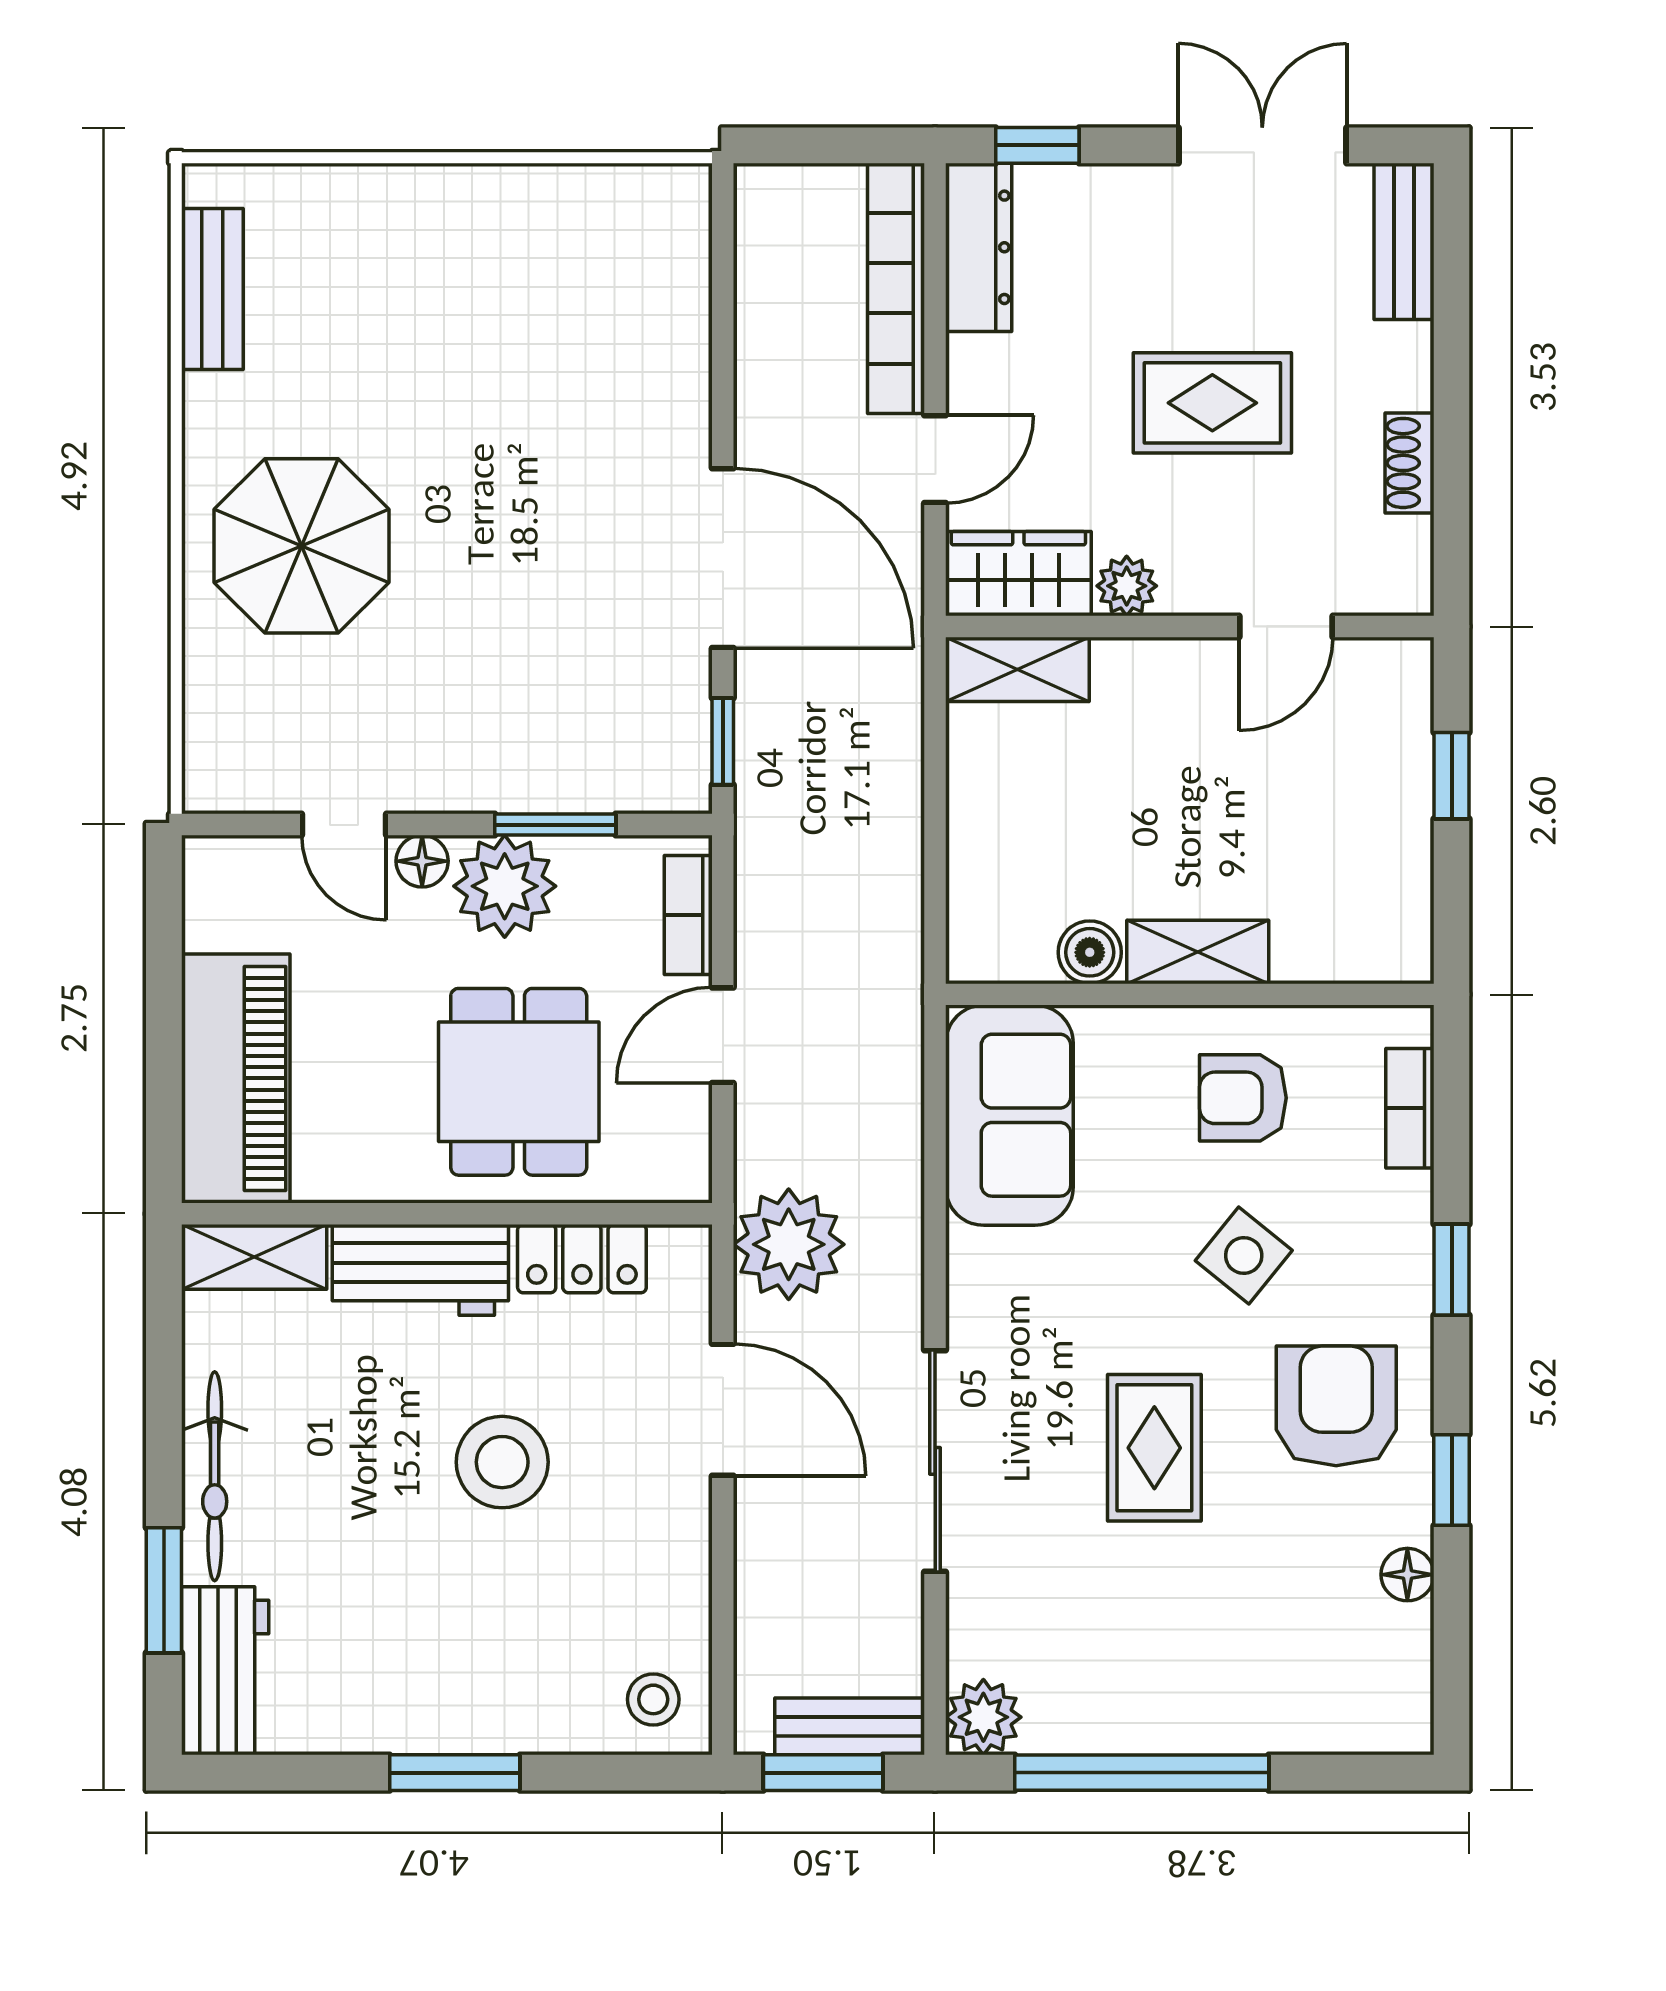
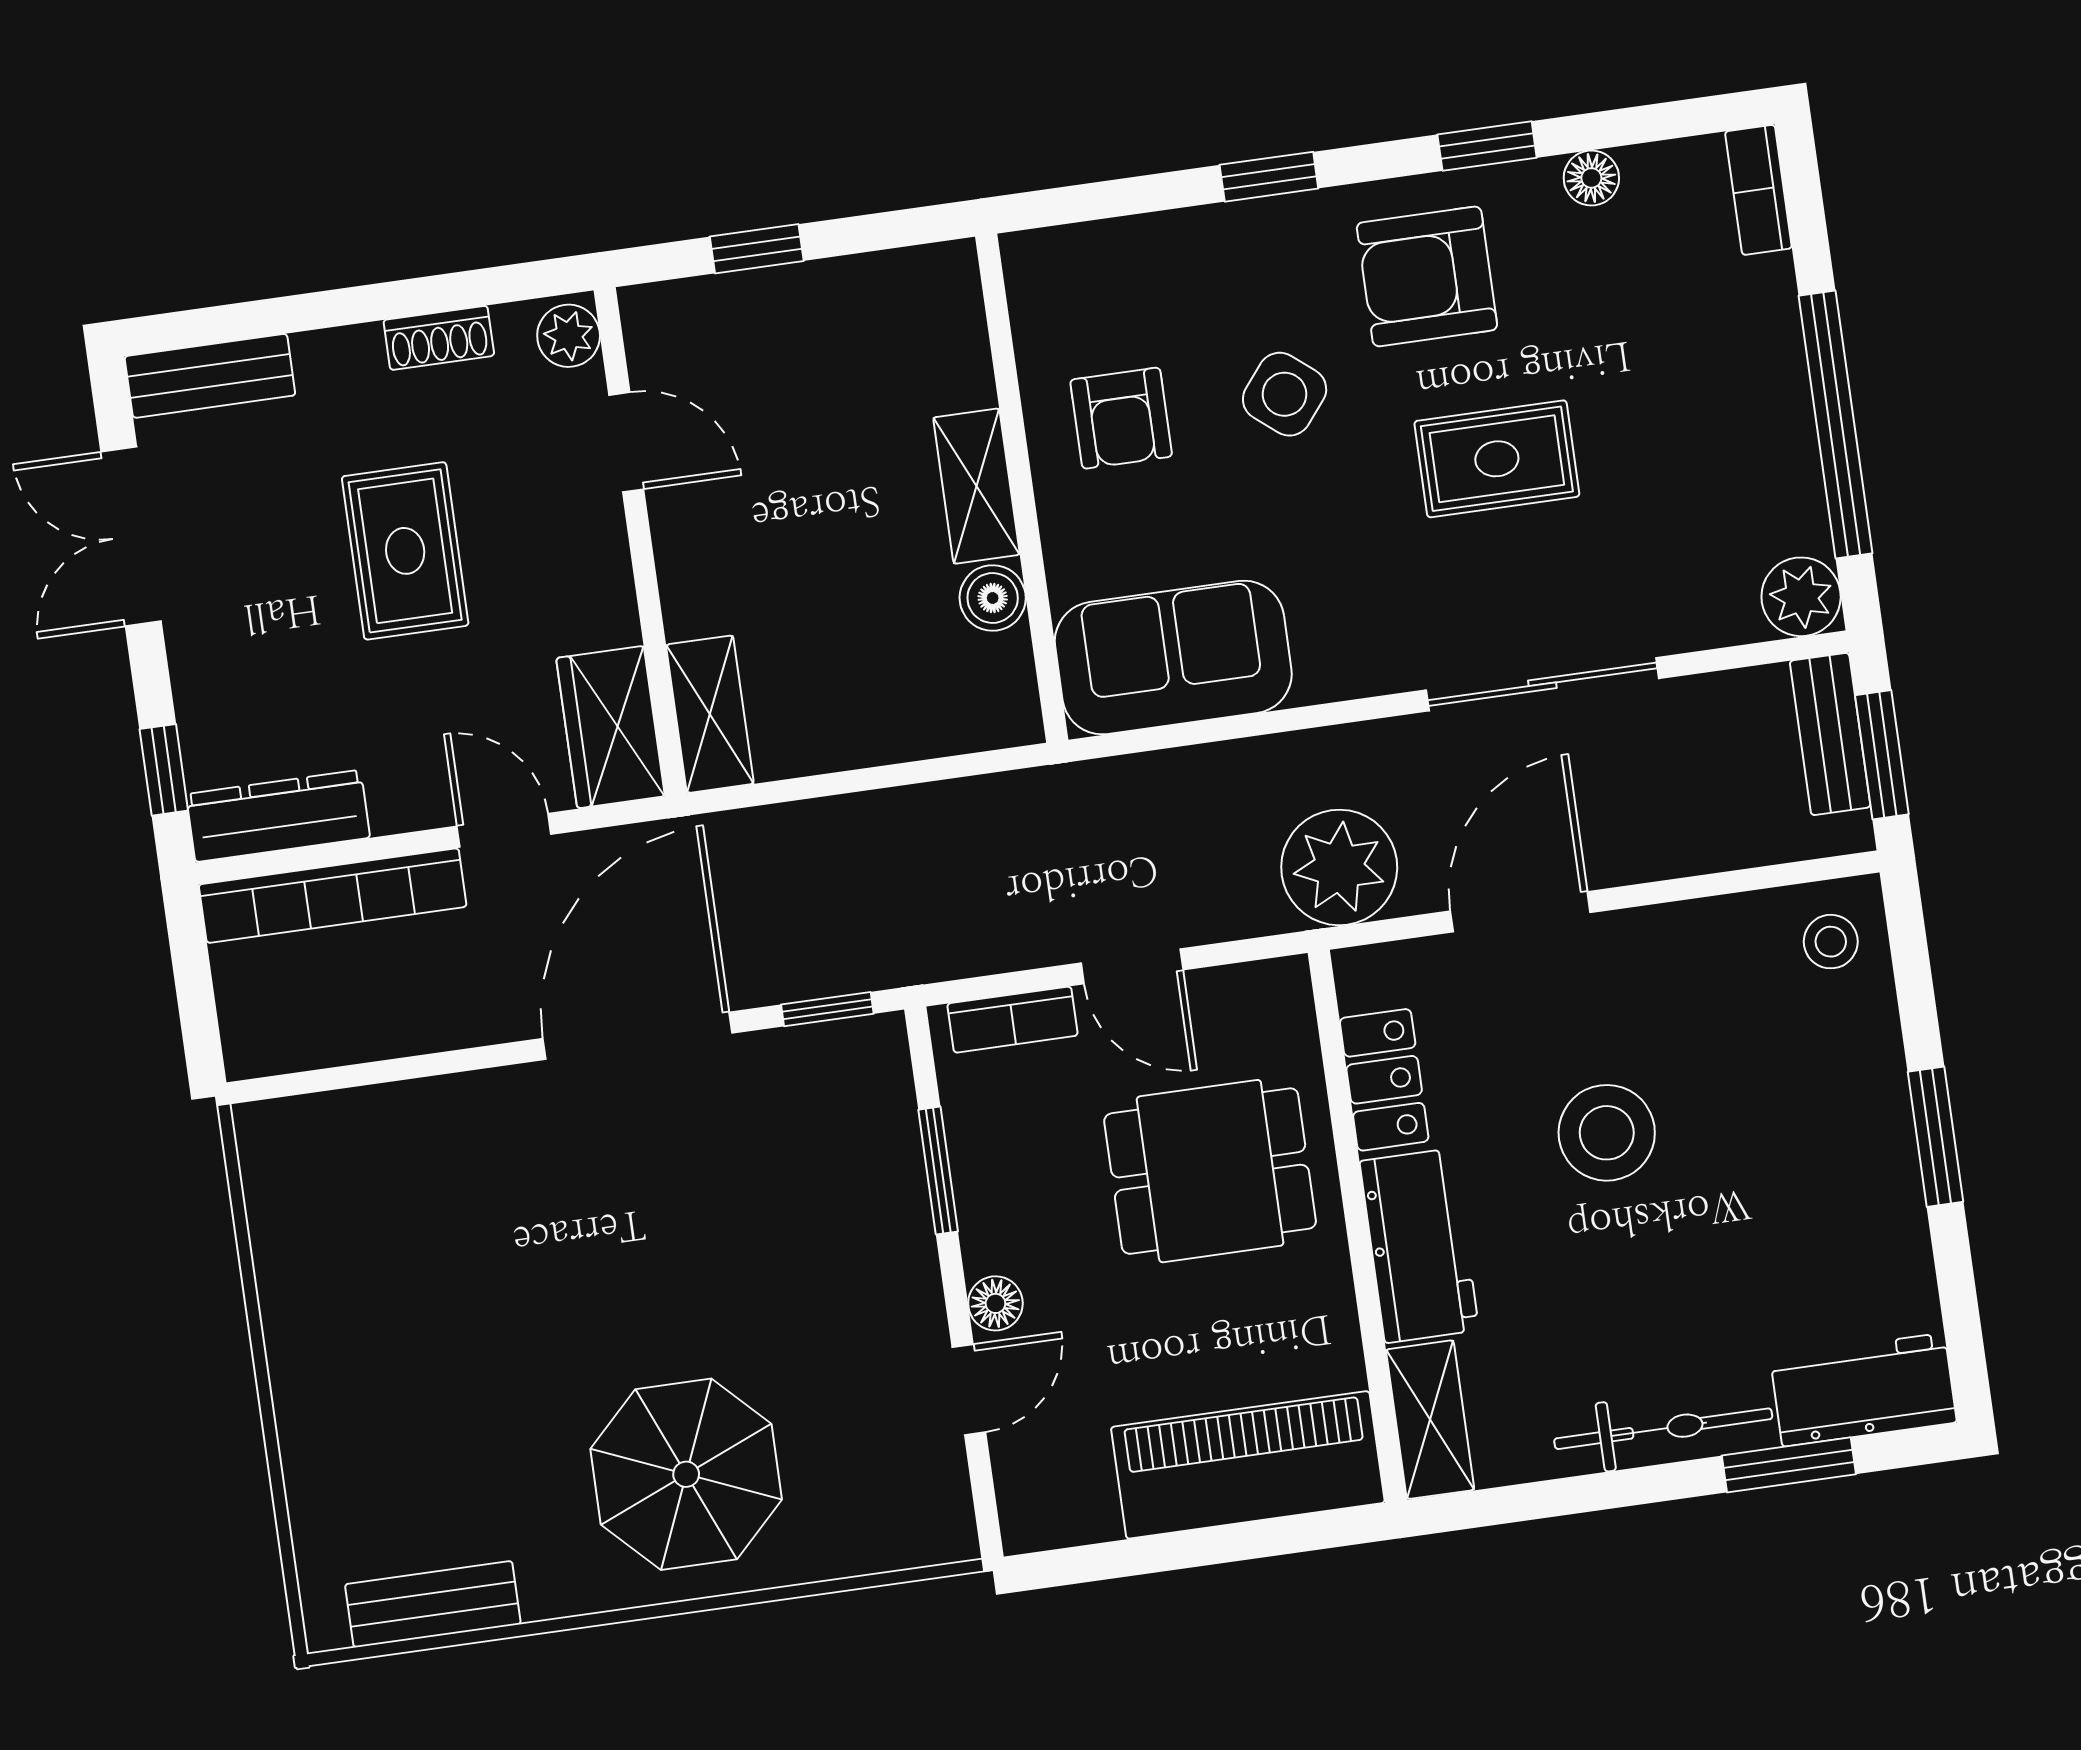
plant: (1127, 586) -> (569, 336), moved
plant: (505, 886) -> (1009, 1214), removed
bookcase: (1410, 1108) -> (1758, 190), moved, turned 90

